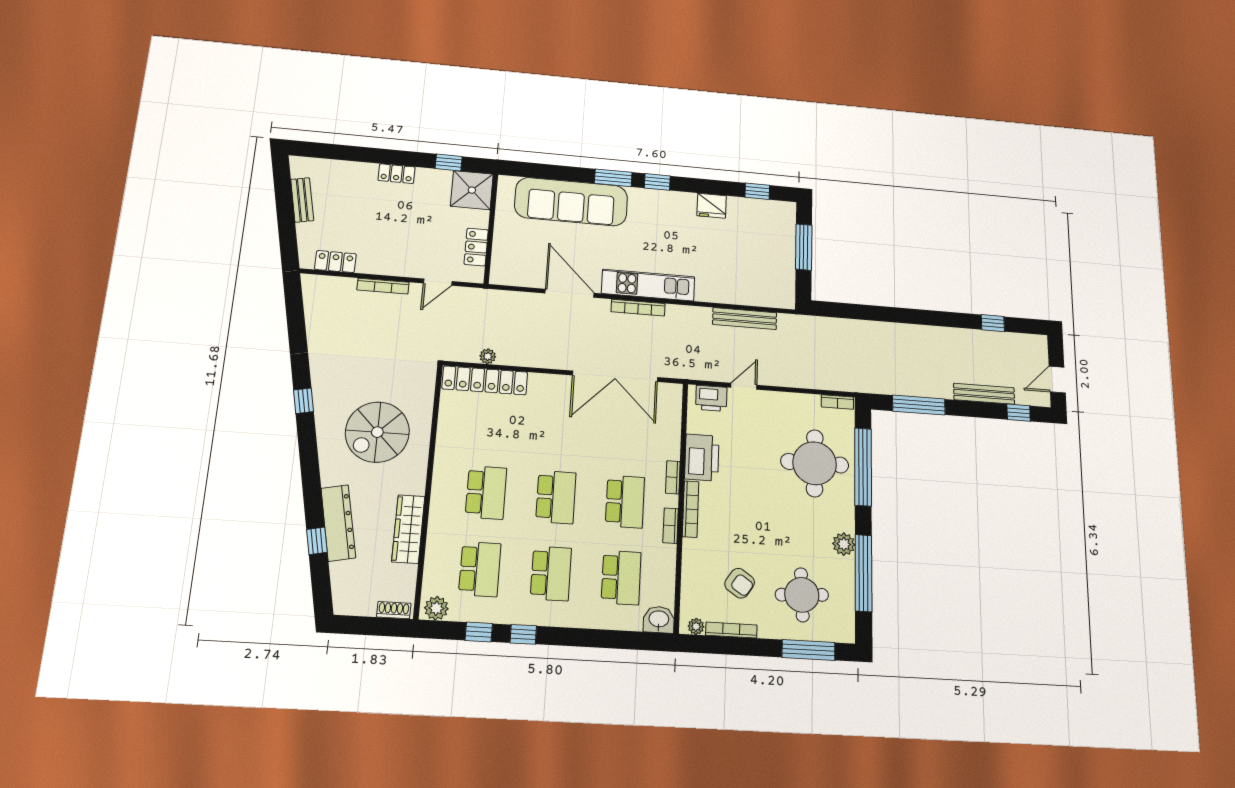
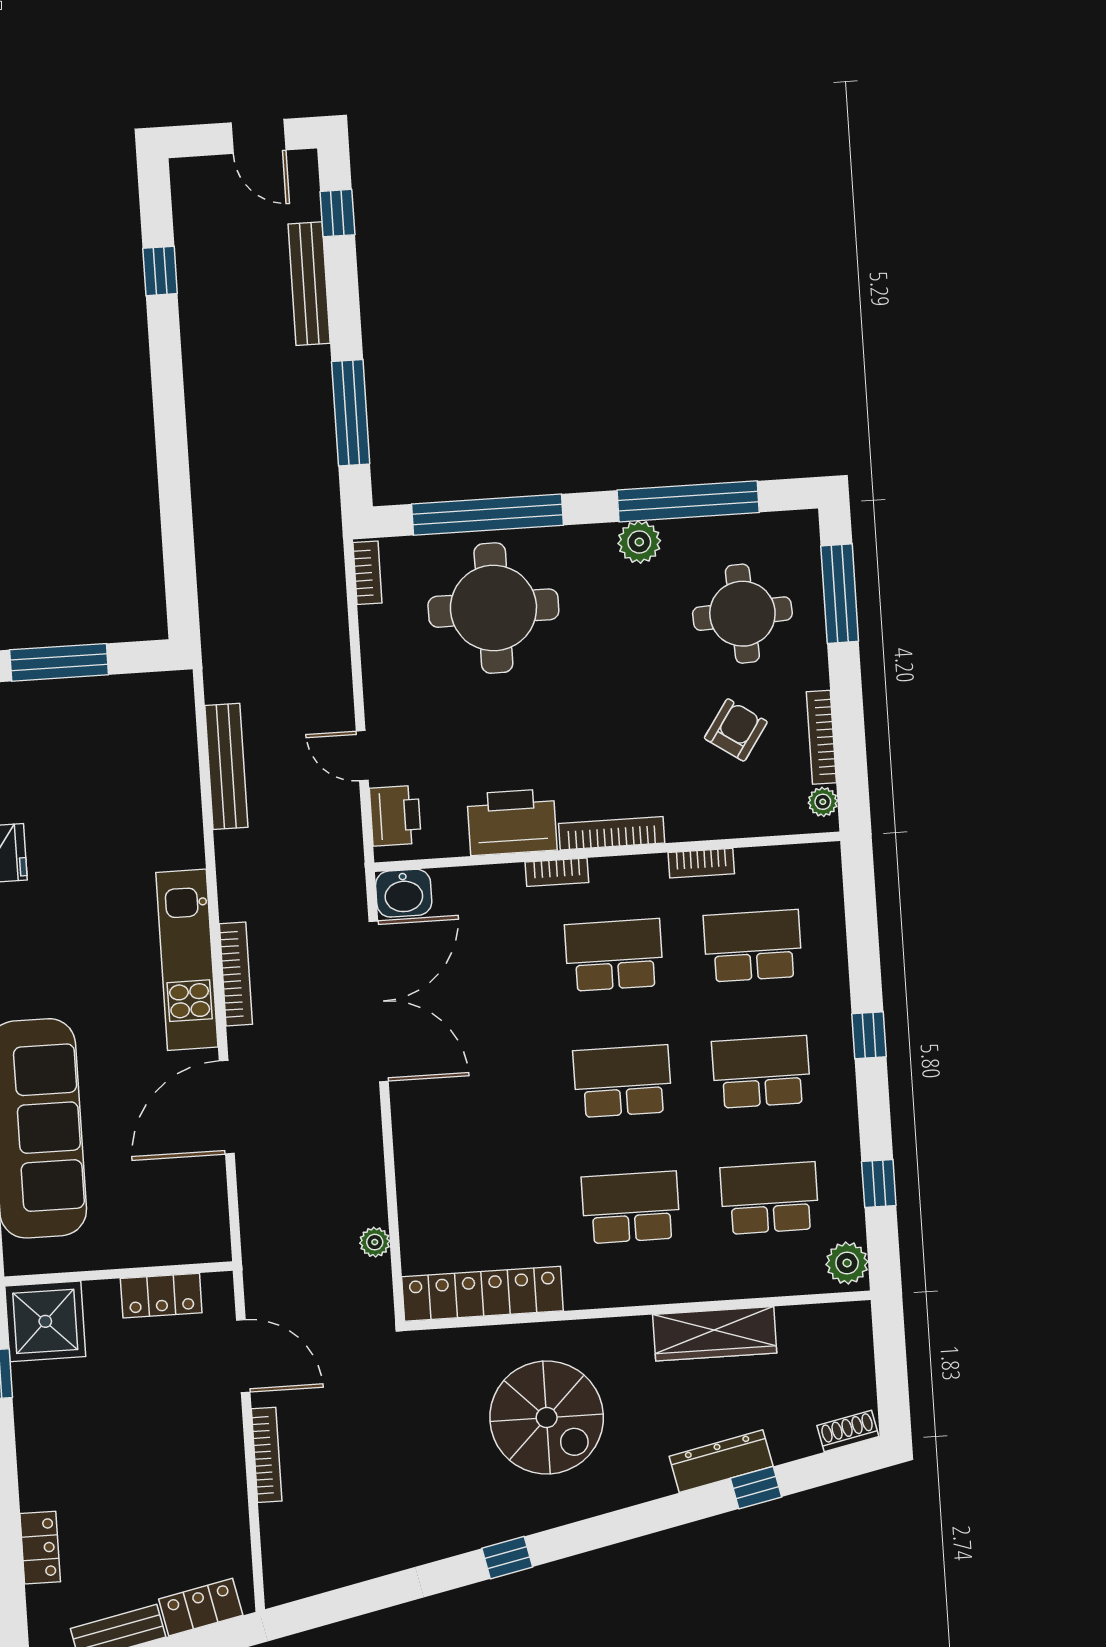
locker: (397, 174) -> (40, 1548), moved
locker: (335, 262) -> (201, 1607), moved, turned 78
door: (438, 282) -> (243, 1356), width x1.38
locker: (485, 380) -> (482, 1294), moved, turned -90
dresser: (338, 523) -> (721, 1461), width x0.73, depth x0.80
bookcase: (671, 526) -> (701, 863), moved
shoe rack: (394, 610) -> (848, 1431), moved, turned 78
washbasin: (659, 620) -> (404, 893), moved, turned -90
window: (523, 634) -> (869, 1035), moved

